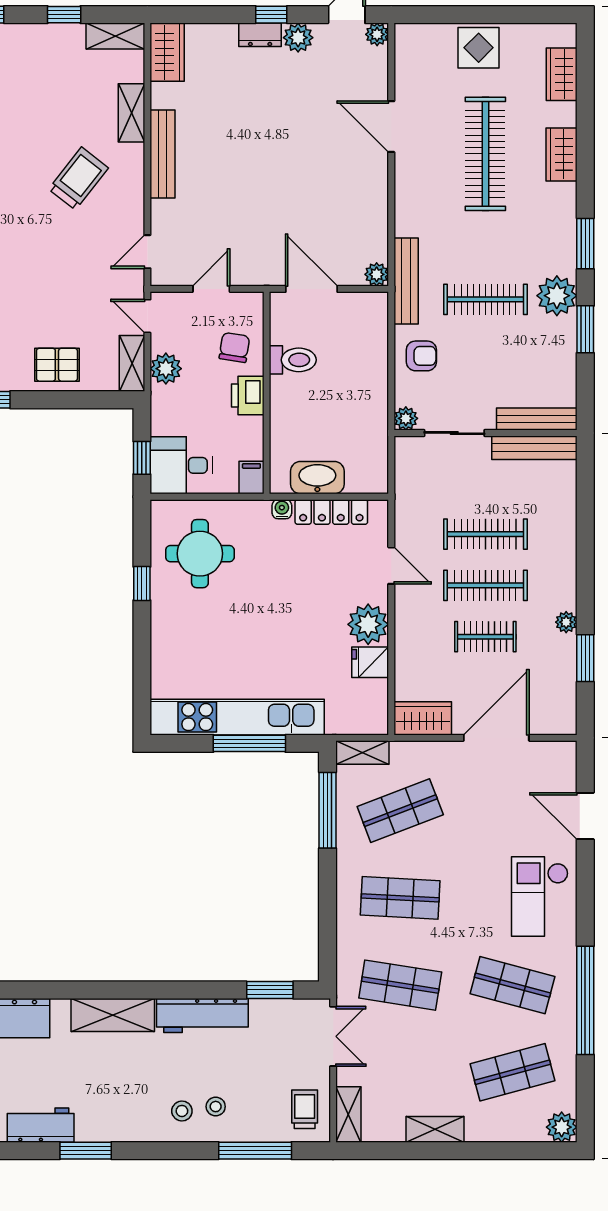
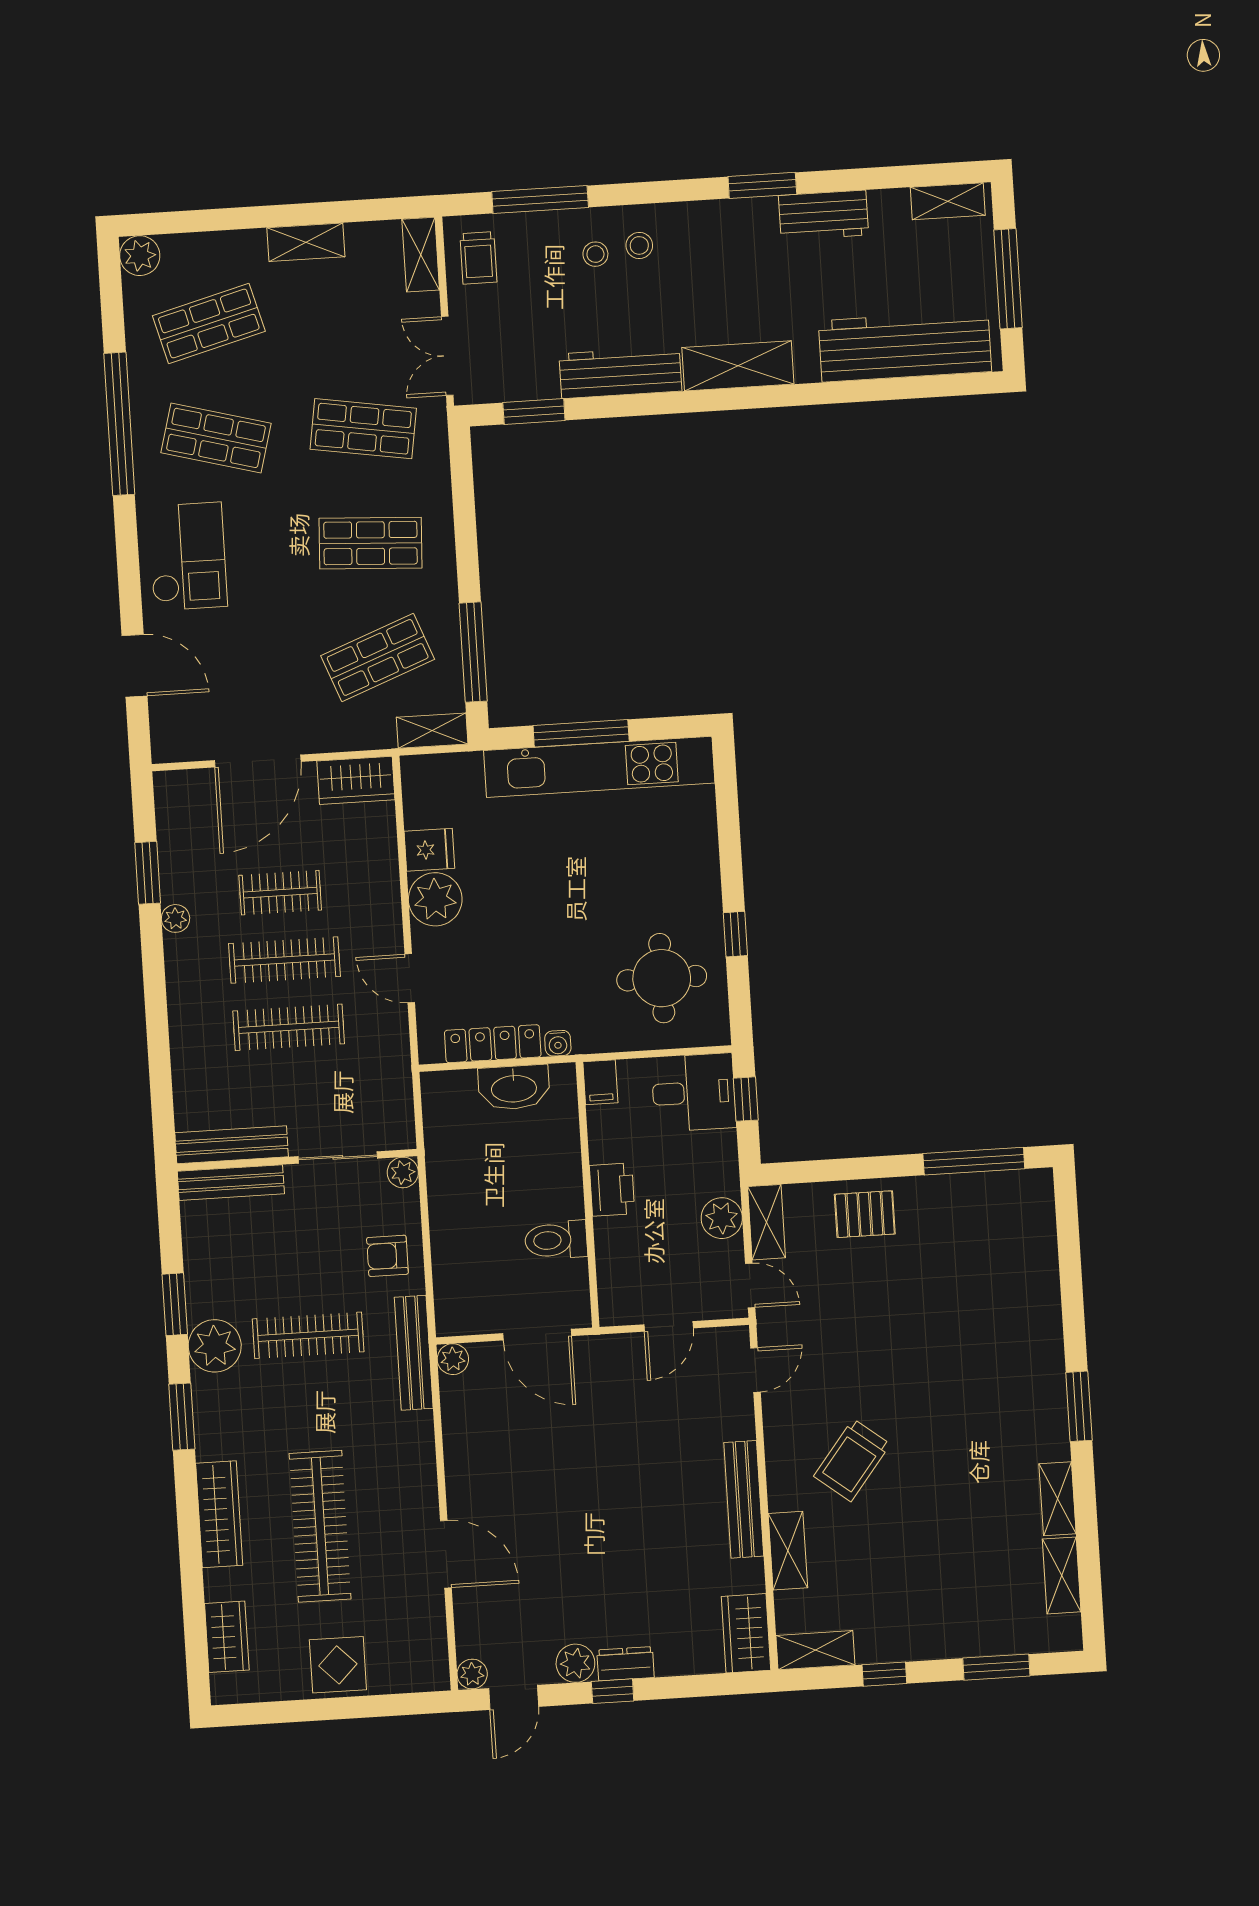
wardrobe: (561, 154) -> (219, 1514), width x1.50
chair: (234, 347) -> (633, 1251), removed

